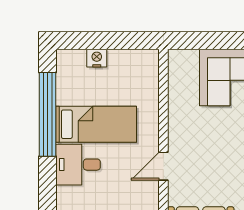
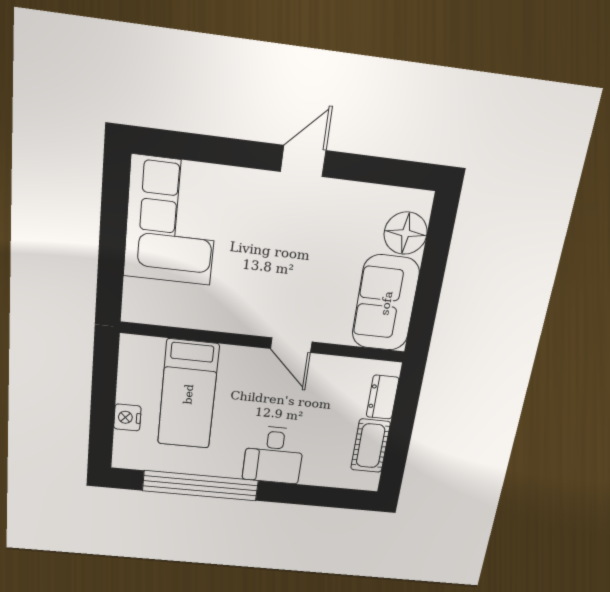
bed: (96, 124) -> (188, 394), moved, turned 180

